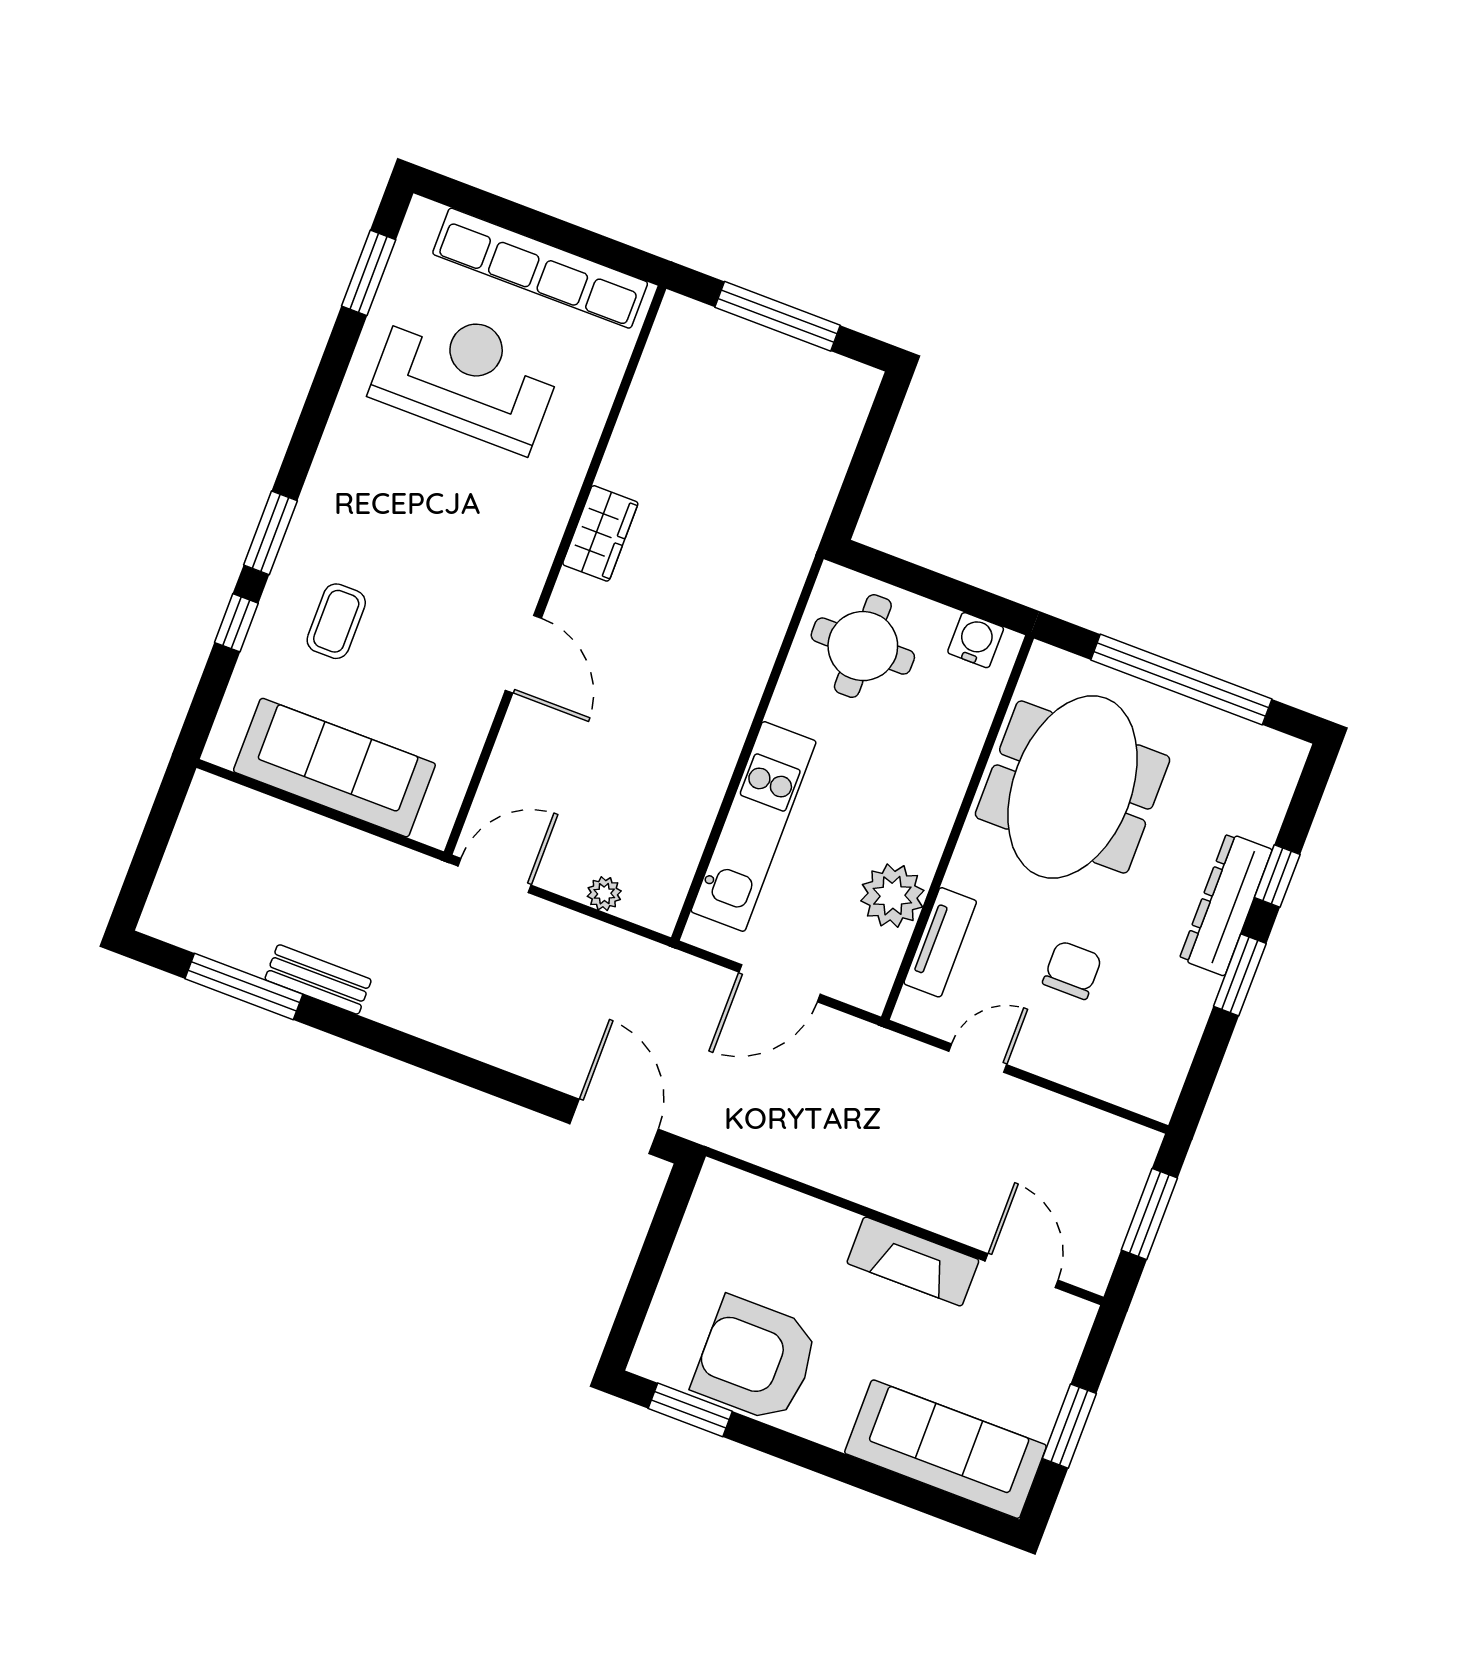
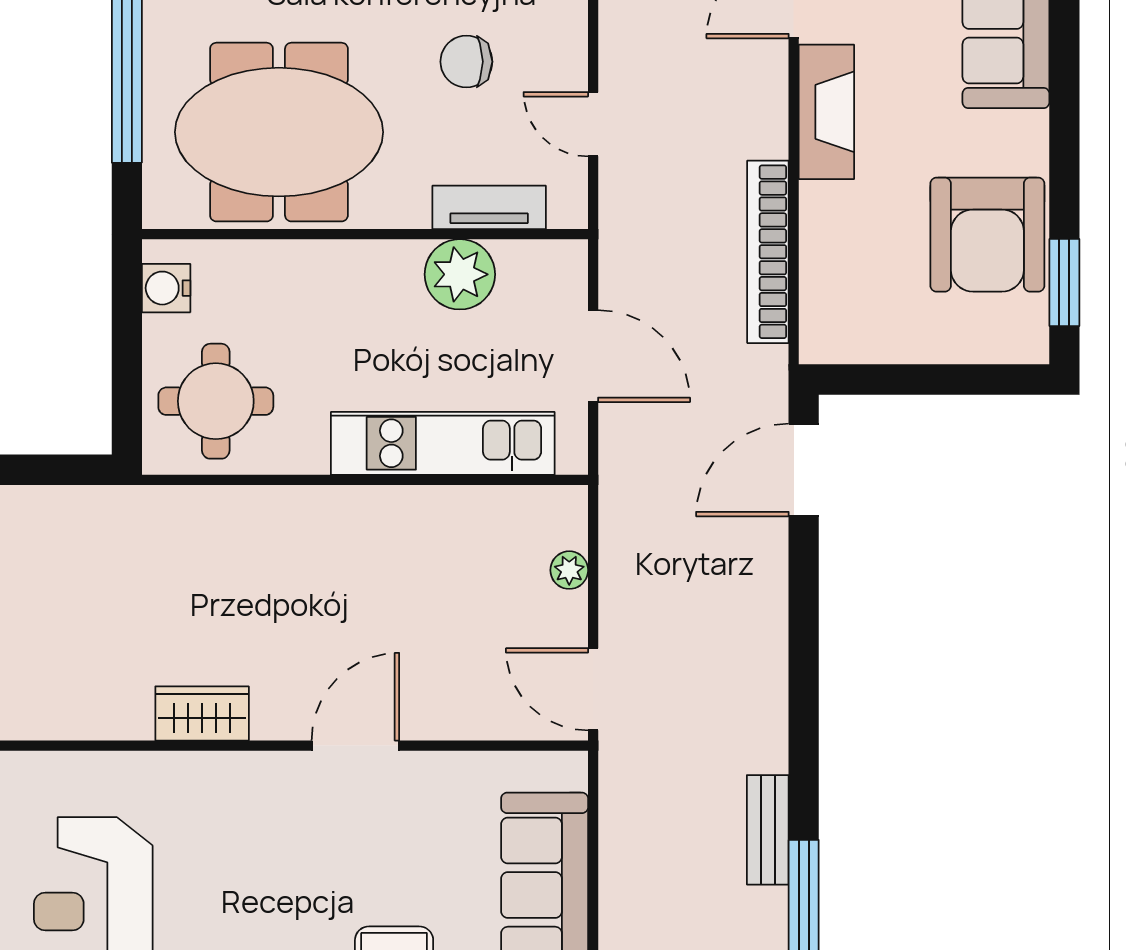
bookcase: (812, 1166) -> (768, 252), added

